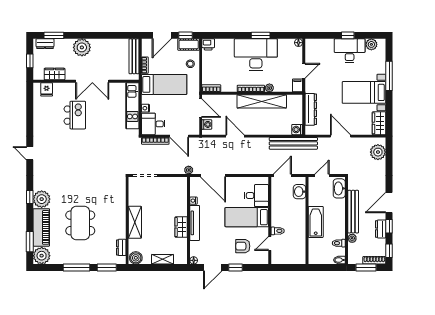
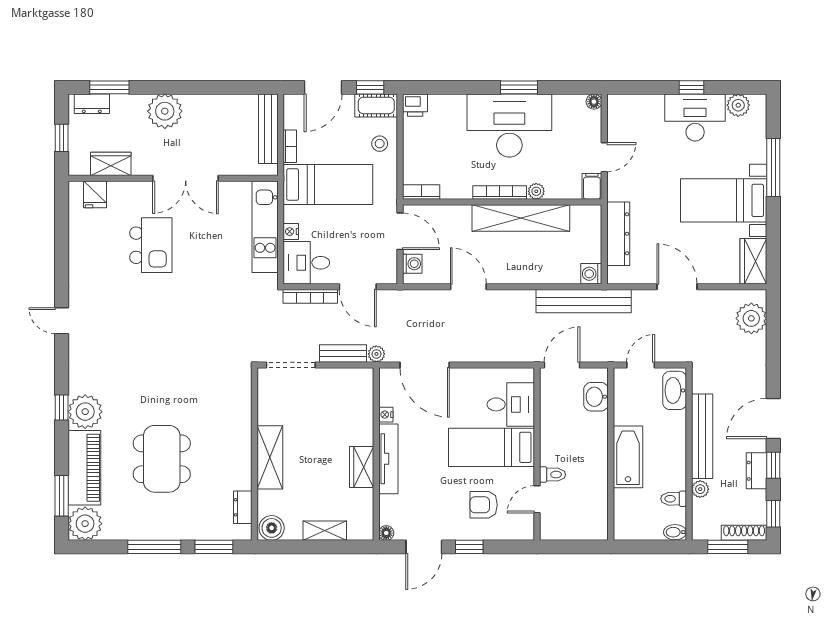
bench: (172, 170) -> (343, 353), added

